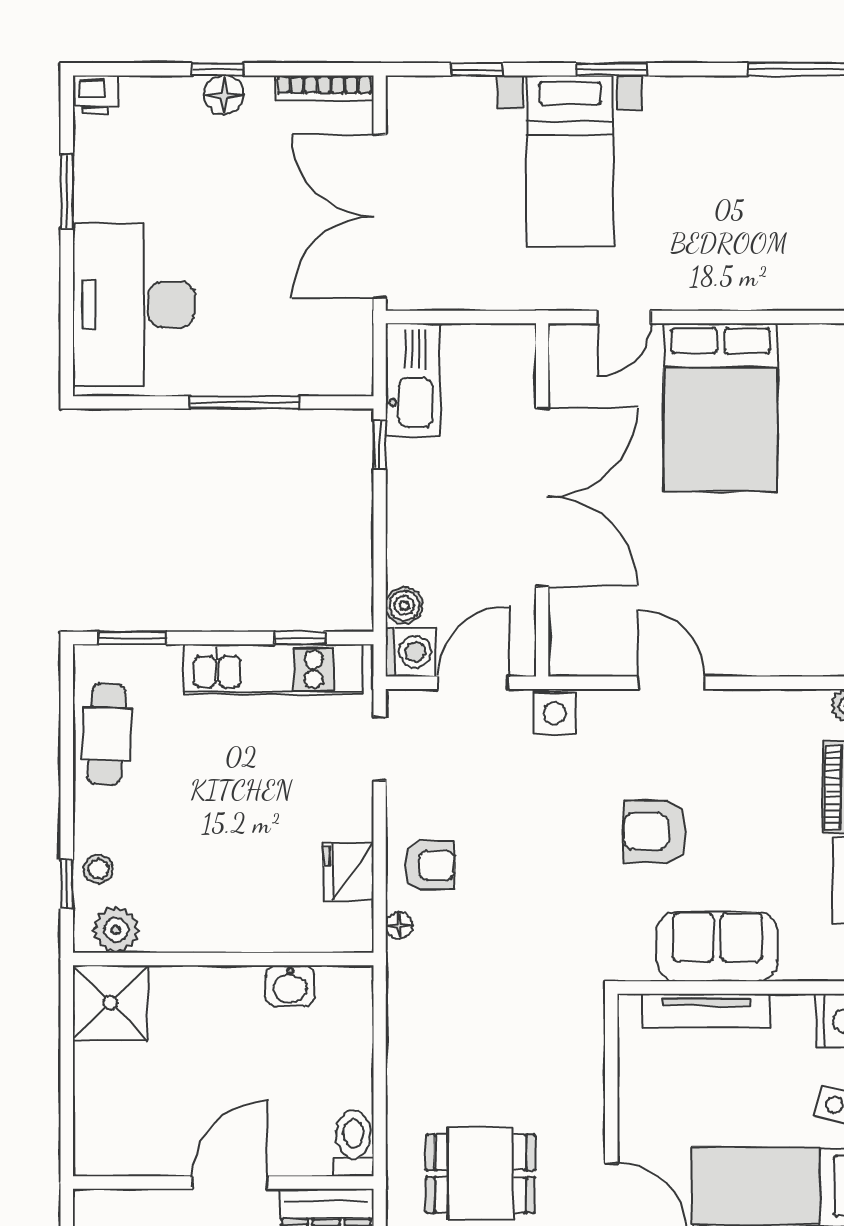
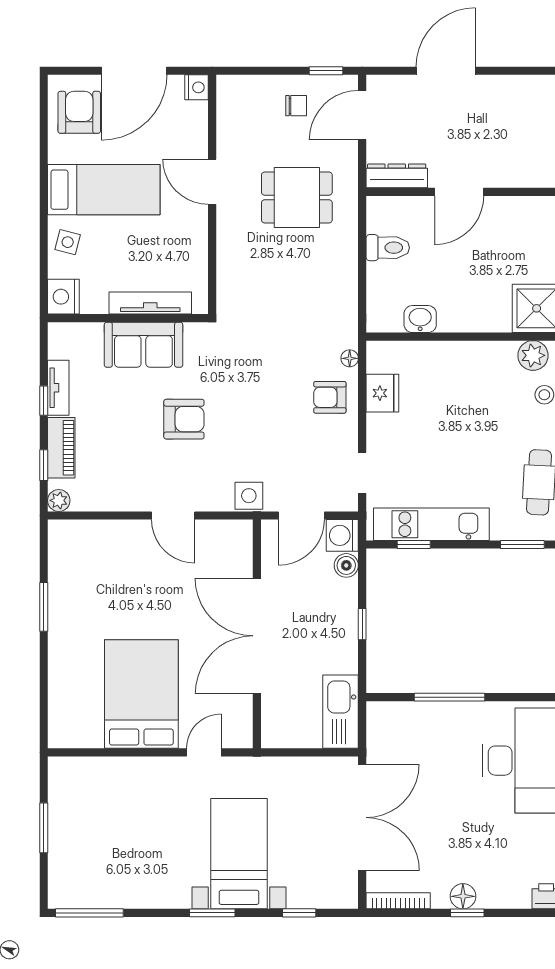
window: (380, 445) -> (362, 624), moved
toilet: (353, 1143) -> (388, 248), moved, turned -90

